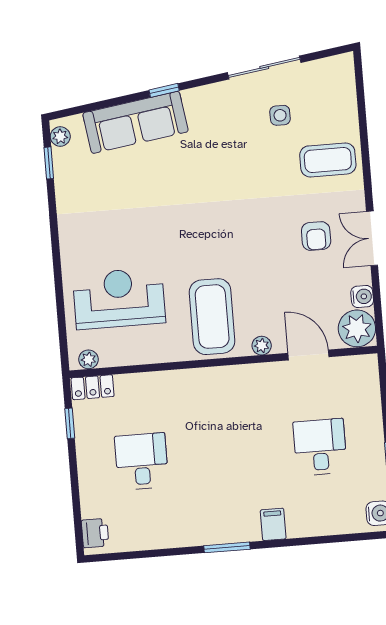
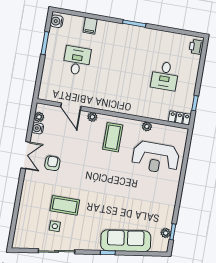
plant: (60, 136) -> (166, 233), moved
coffee table: (328, 160) -> (65, 205), moved
coffee table: (212, 317) -> (113, 137), width x0.73, depth x0.76
plant: (357, 328) -> (39, 117), width x0.53, depth x0.53
plant: (88, 359) -> (147, 126), moved
desk: (320, 447) -> (77, 61), turned 180
filing cabinet: (273, 524) -> (90, 26), moved

